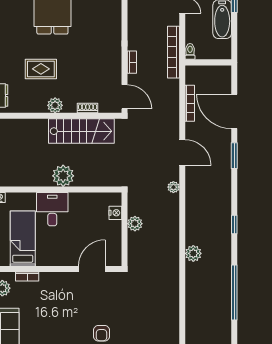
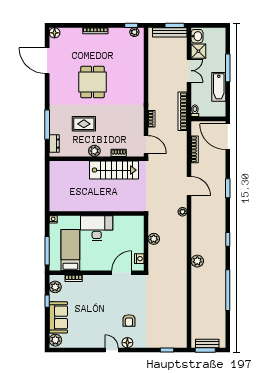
door: (234, 111) -> (228, 137), moved
plant: (63, 176) -> (100, 203), removed
desk: (52, 209) -> (97, 228), width x1.37
nightstand: (115, 213) -> (139, 259), moved

